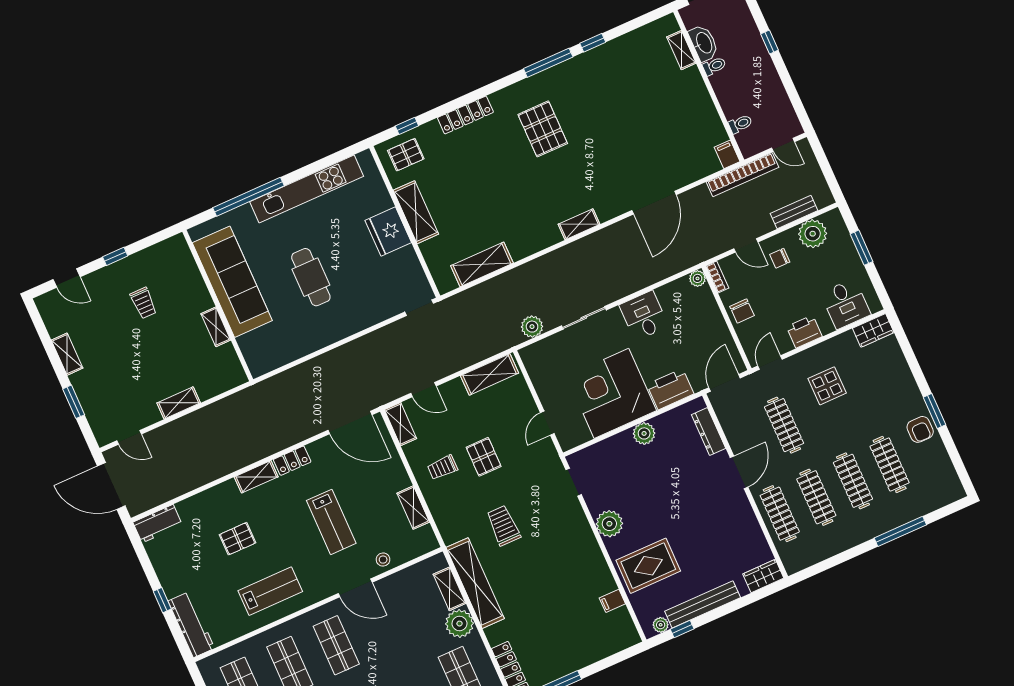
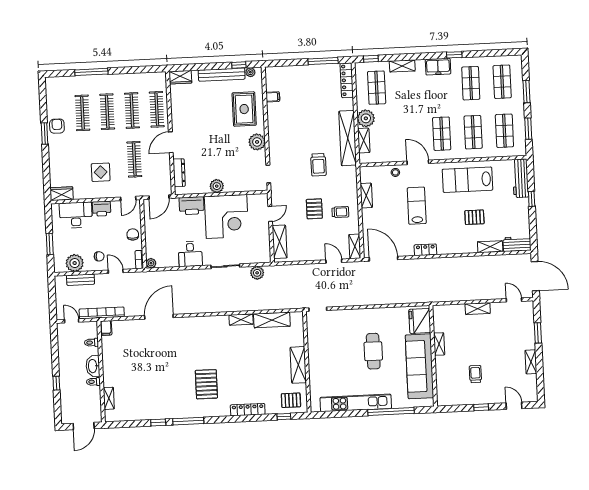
washbasin: (704, 43) -> (93, 366), moved
shelving: (579, 224) -> (241, 320), moved
fridge: (388, 232) -> (420, 321), moved, turned 180
desk: (846, 304) -> (76, 215), width x1.37
shelving: (490, 374) -> (280, 242), moved, turned 90
shelving: (256, 477) -> (490, 247), moved
rug: (648, 566) -> (244, 109), turned 90
lab bench: (270, 591) -> (467, 180), width x1.36, depth x1.39

